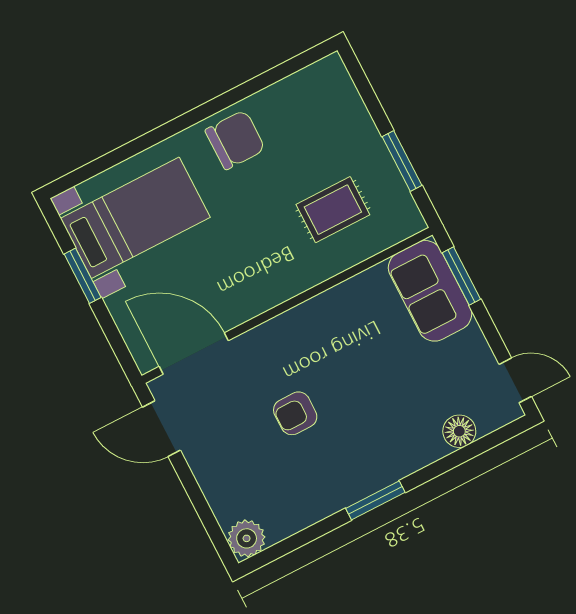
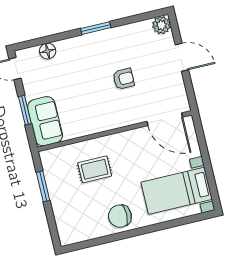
rug: (333, 210) -> (95, 169), moved
window: (83, 276) -> (209, 169), removed
window: (461, 276) -> (25, 110), moved
door: (161, 429) -> (182, 57), moved

